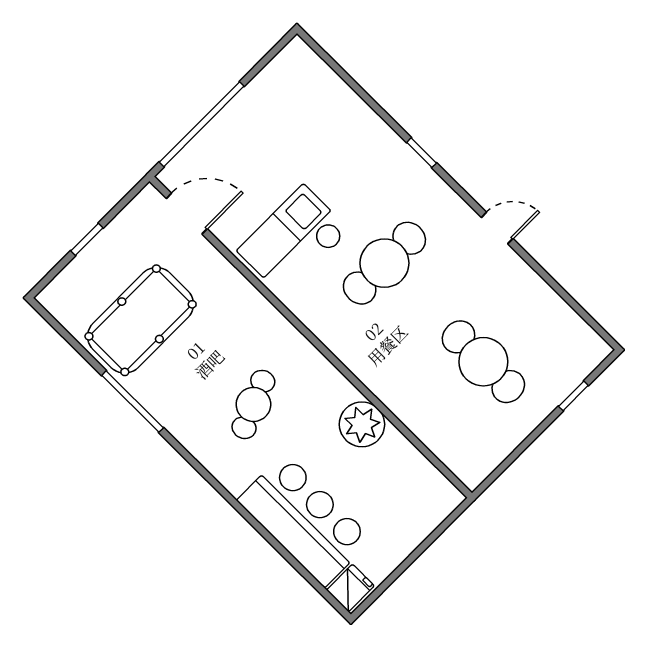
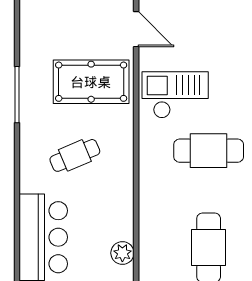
pool table: (141, 320) -> (91, 82), moved
plant: (362, 424) -> (122, 253), moved, width x0.73, depth x0.73

